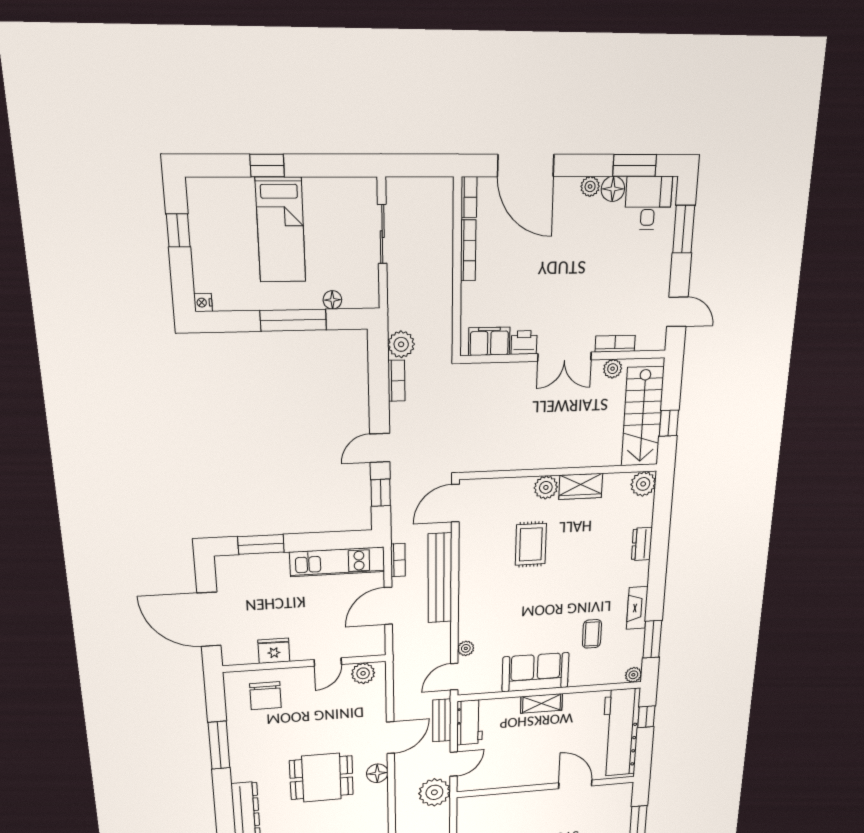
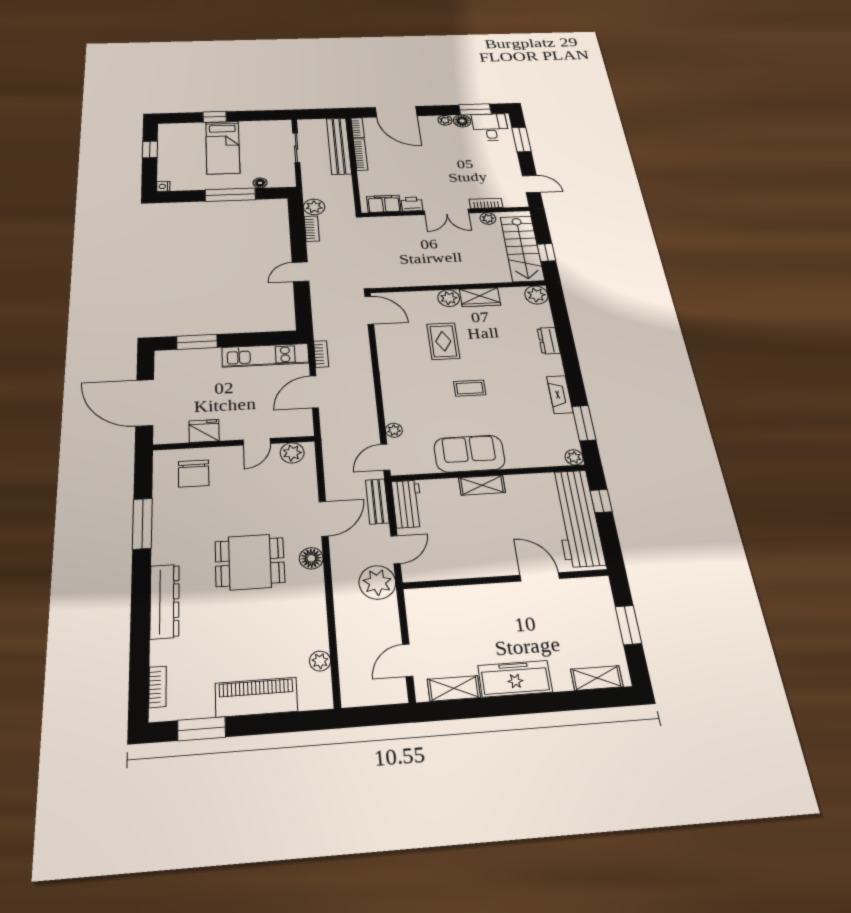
window: (381, 493) -> (303, 303), removed
door: (455, 503) -> (369, 310), swing flipped
bench: (440, 578) -> (339, 146), moved
coffee table: (592, 634) -> (470, 388), moved, turned 90

